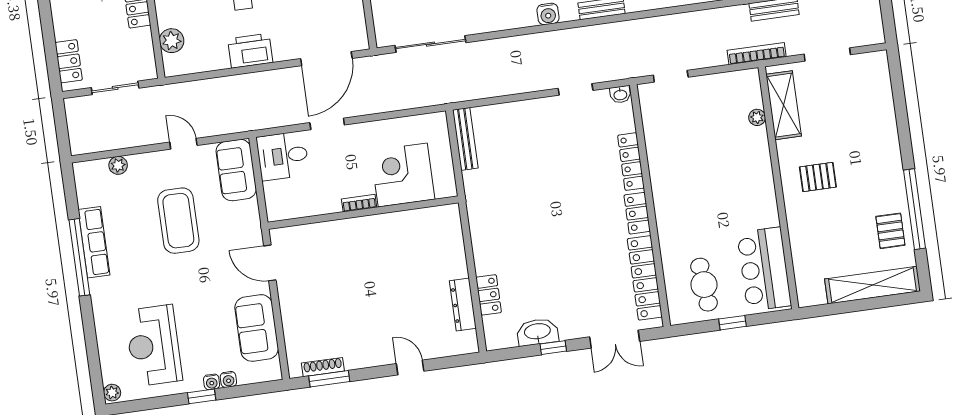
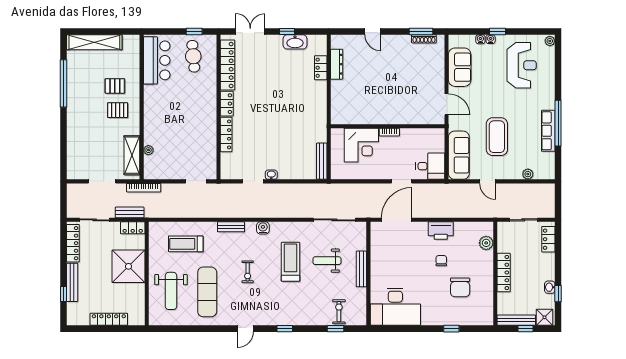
washbasin: (620, 95) -> (271, 175), moved
sofa: (236, 170) -> (459, 155), width x1.36
pallet: (890, 231) -> (115, 86), moved, turned 90
window: (733, 323) -> (194, 31), moved

